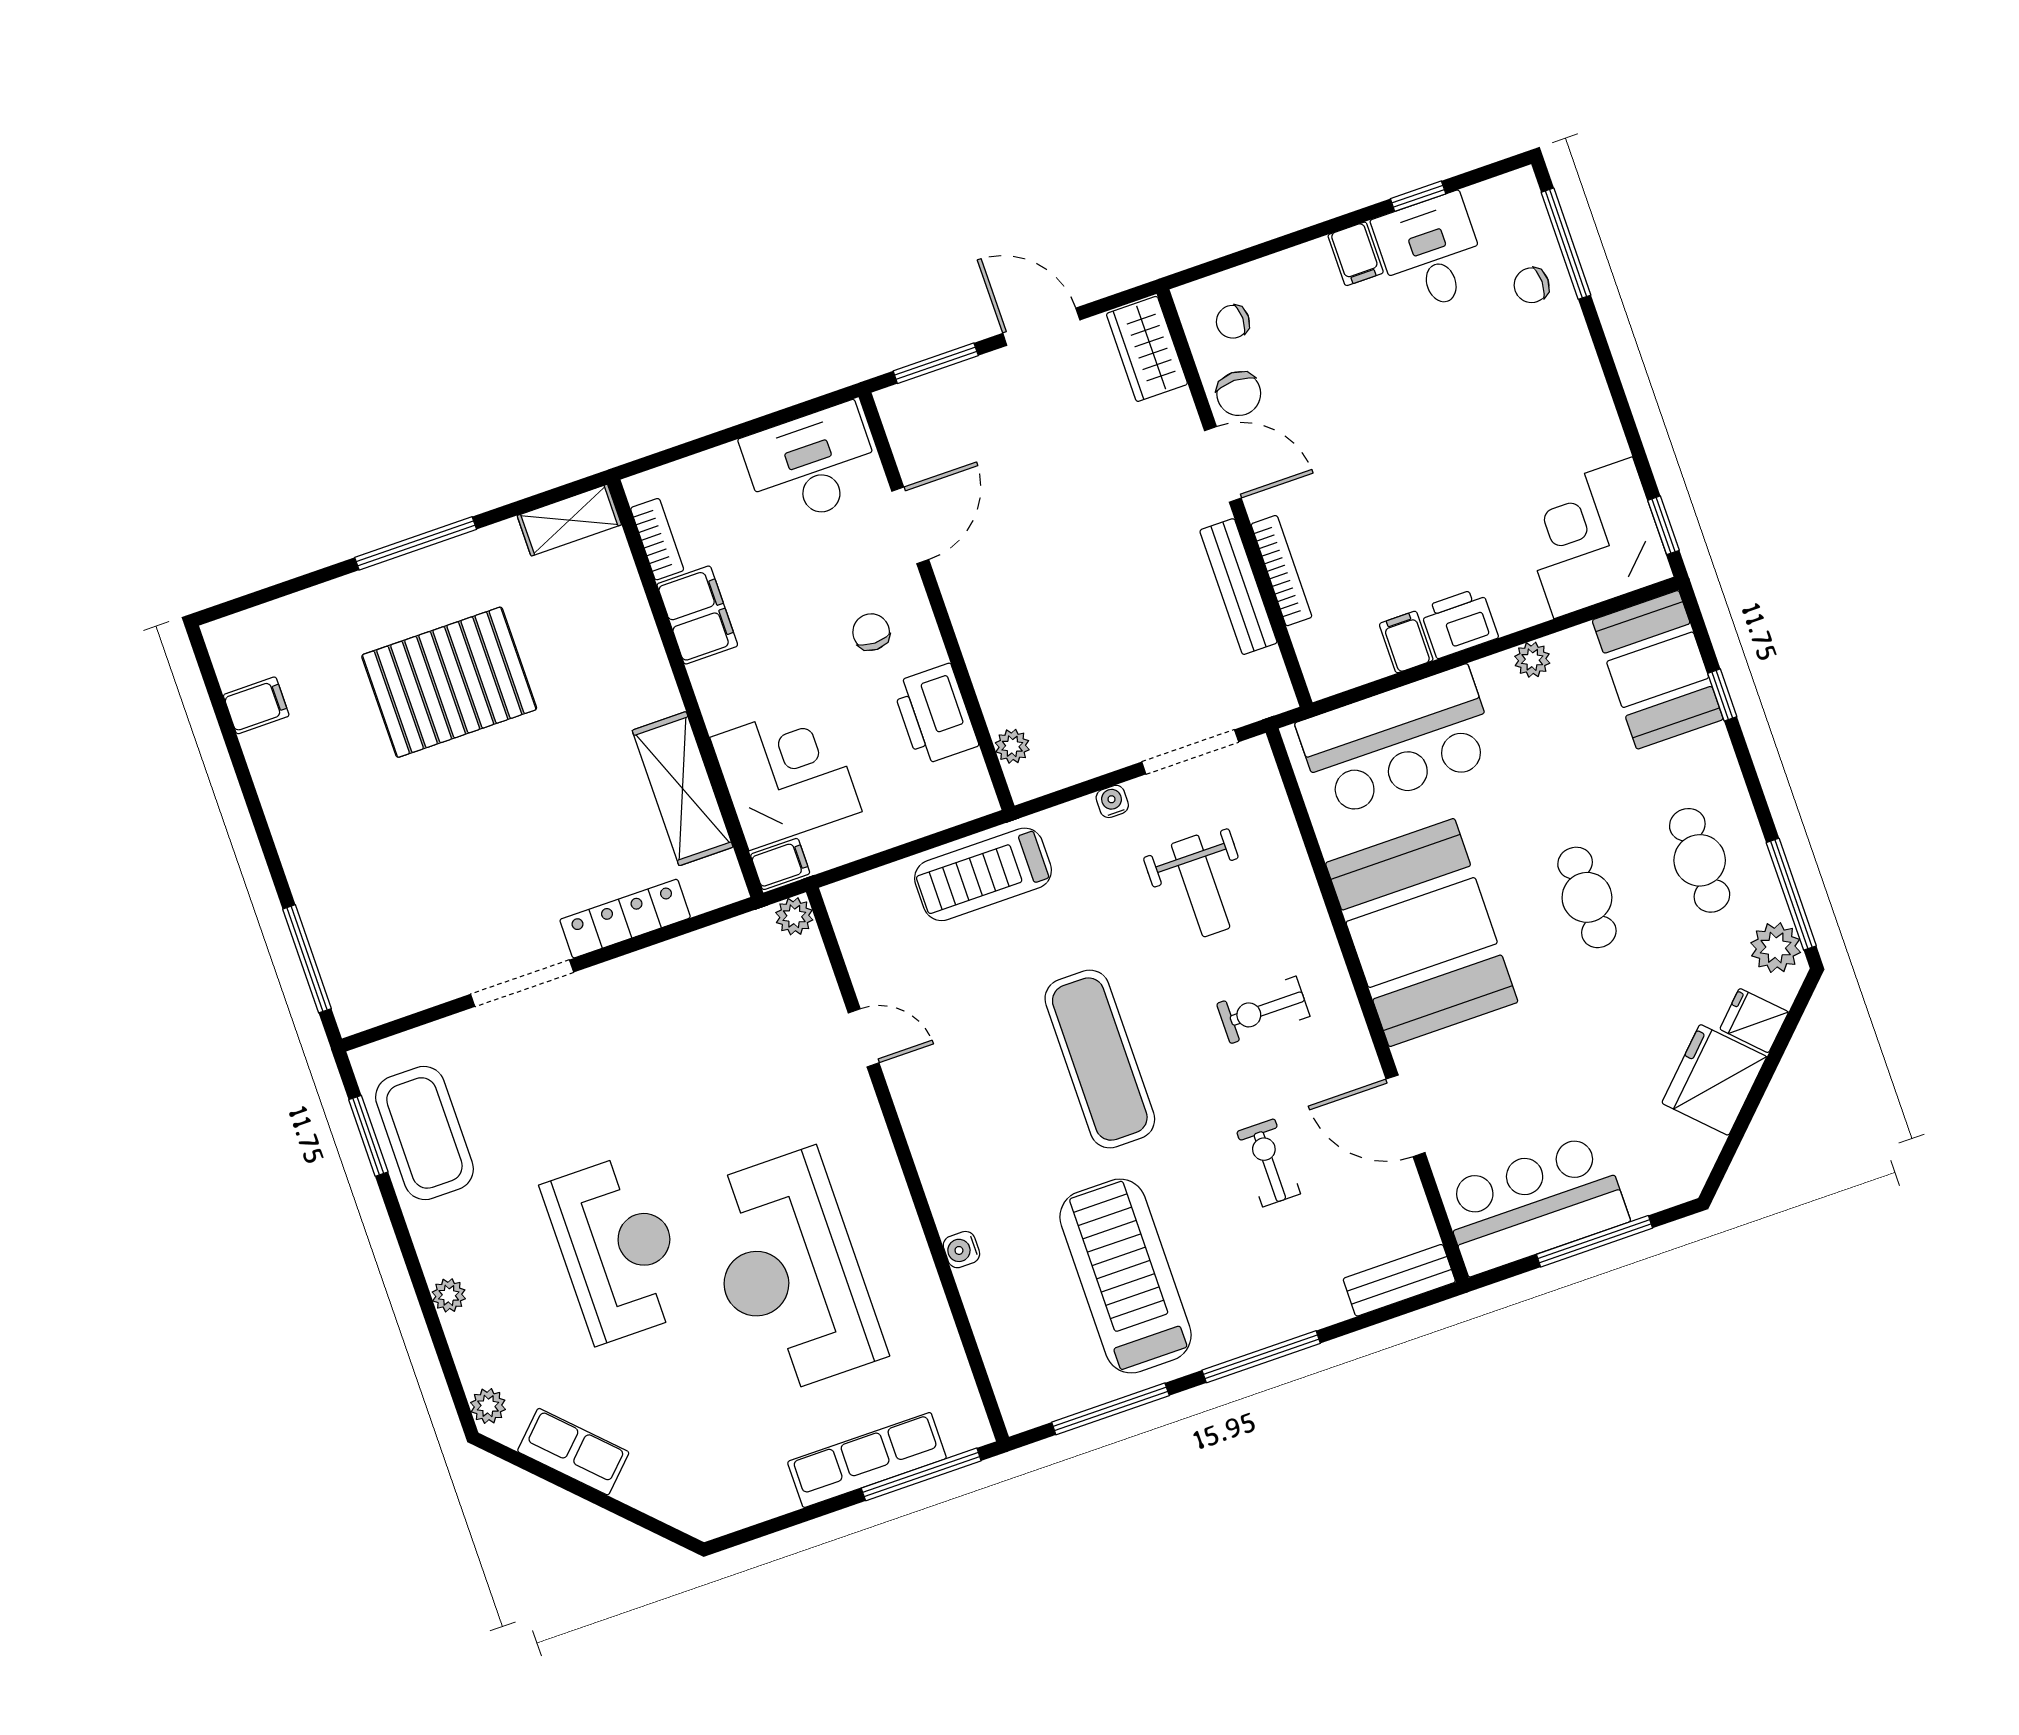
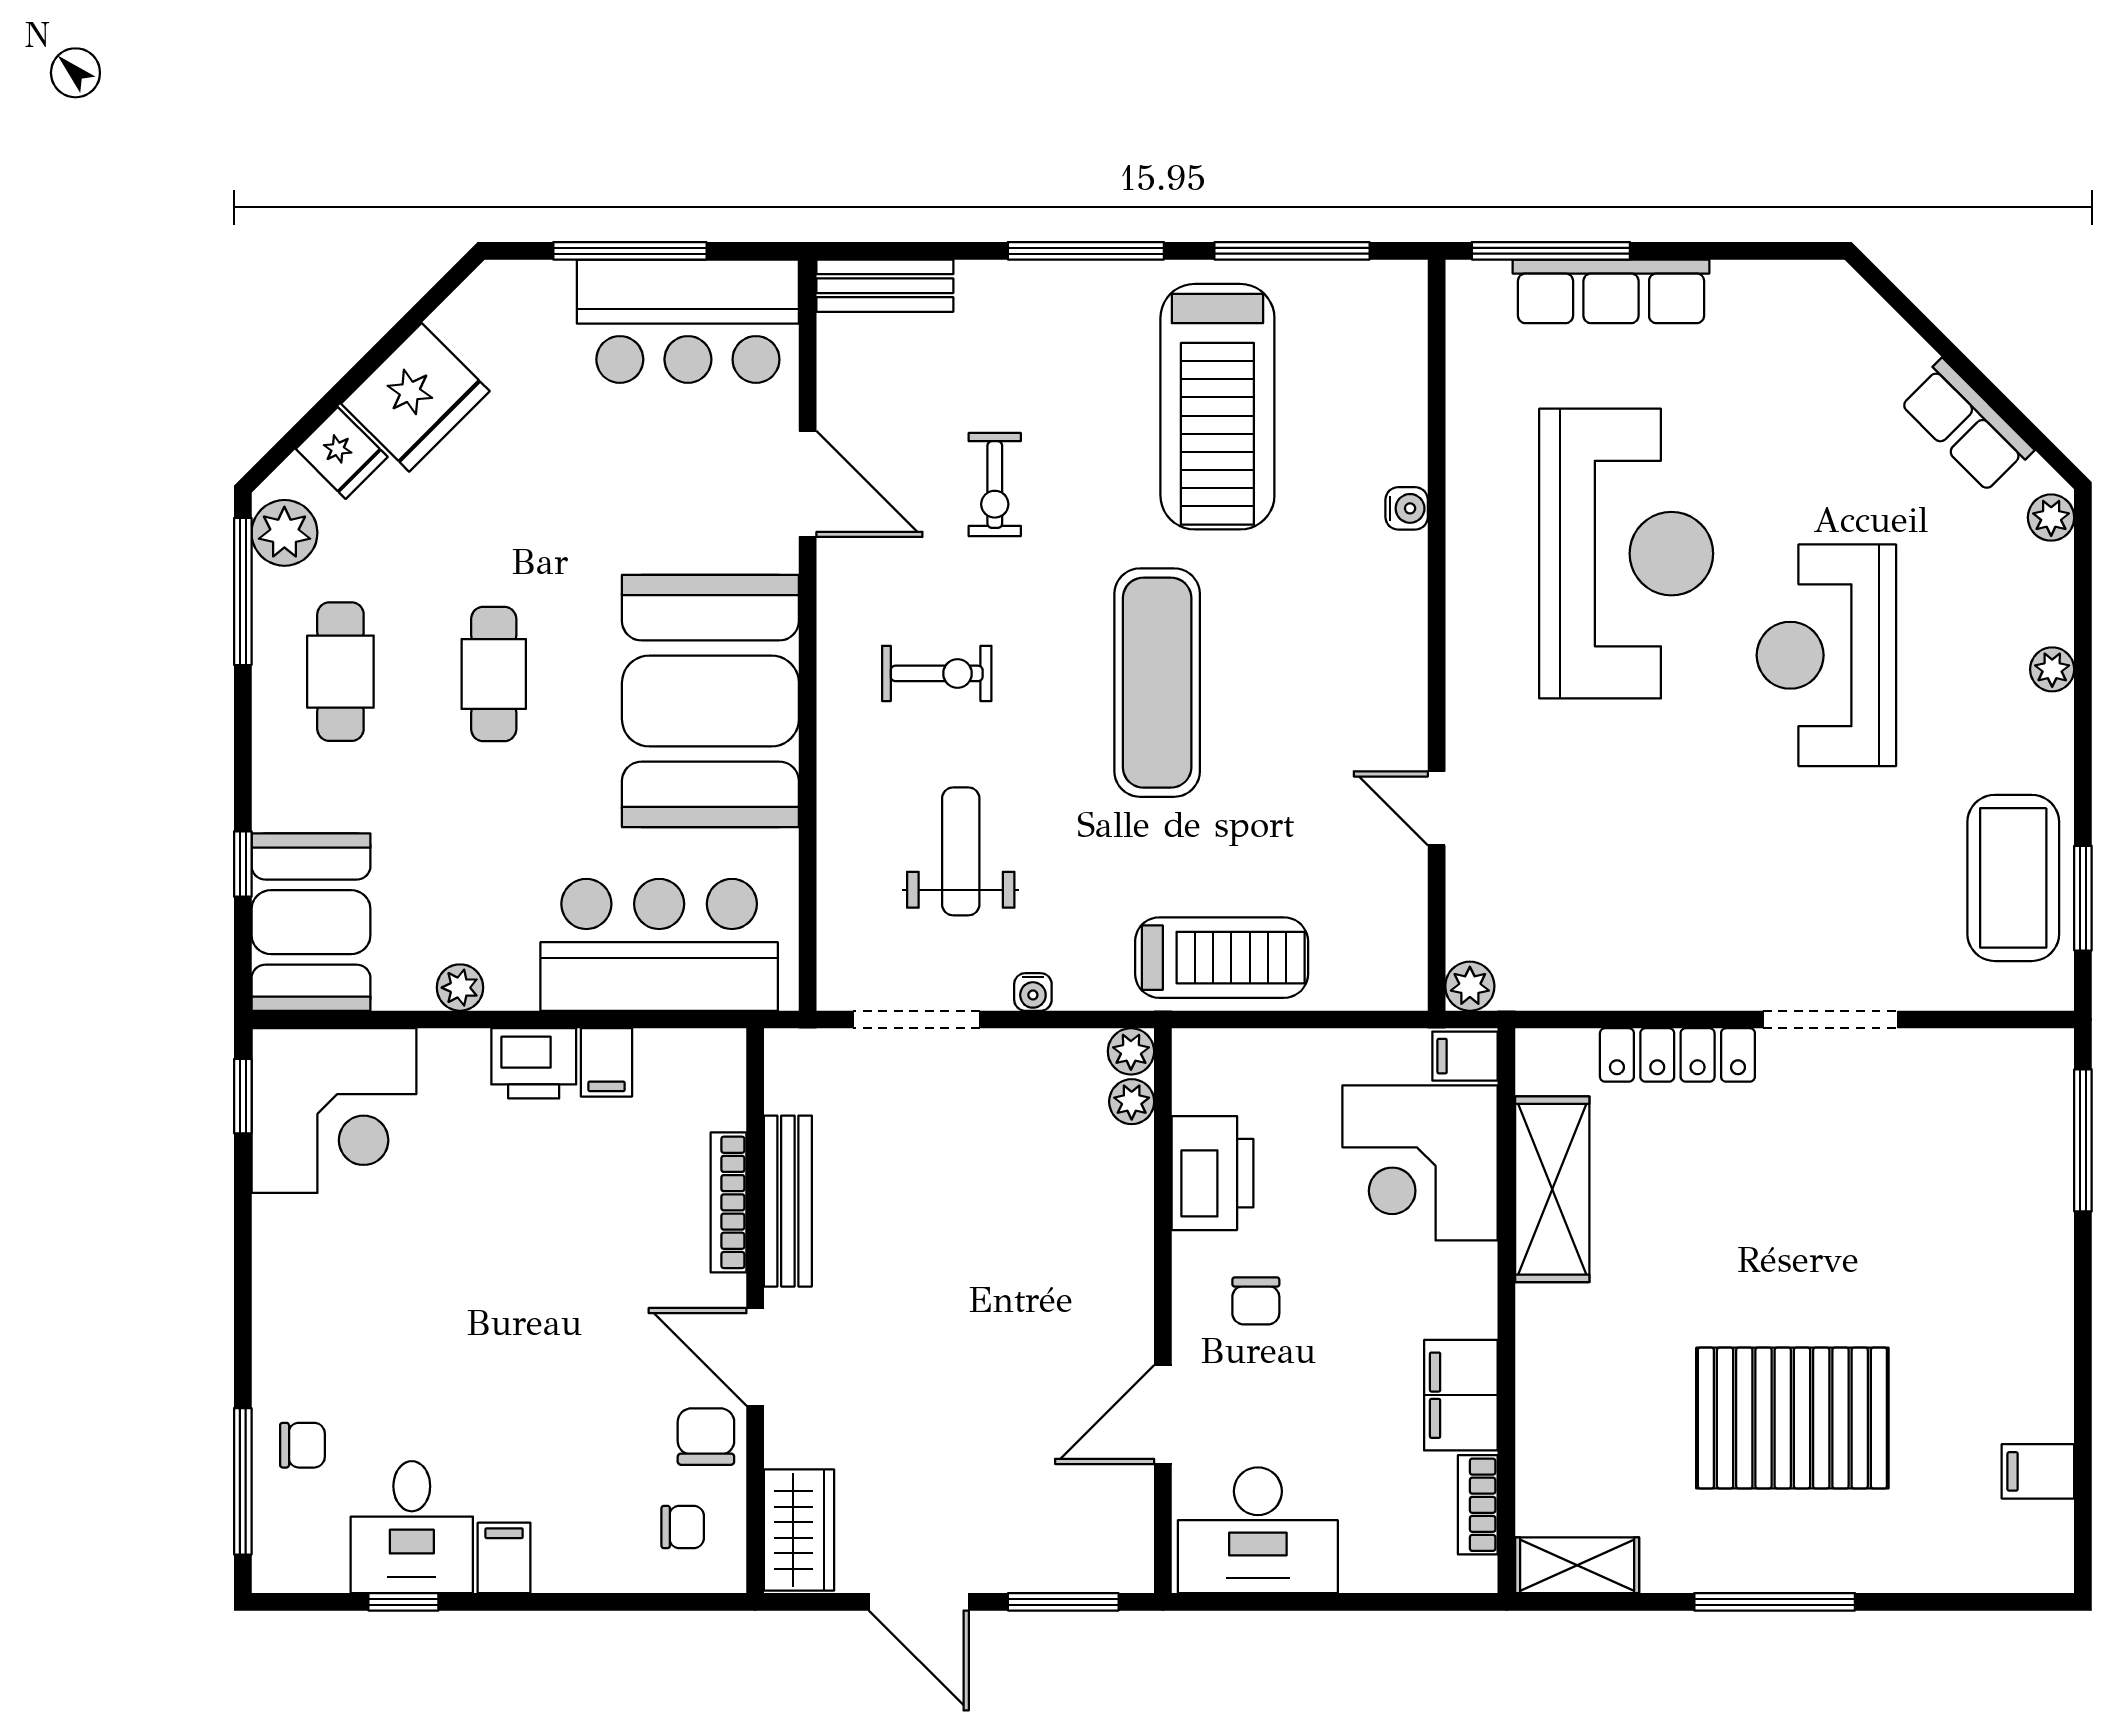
plant: (1026, 783) -> (1131, 1051), added

